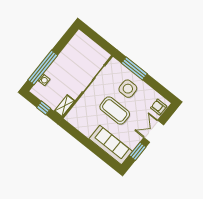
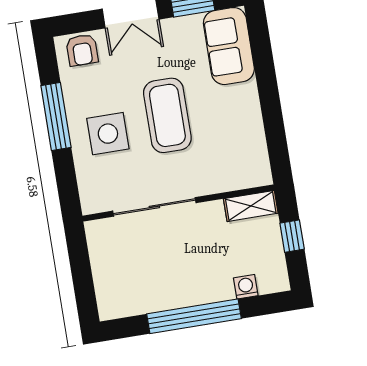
window: (43, 68) -> (194, 316), moved
window: (134, 68) -> (56, 117), moved
sofa: (111, 145) -> (229, 46), width x0.73

